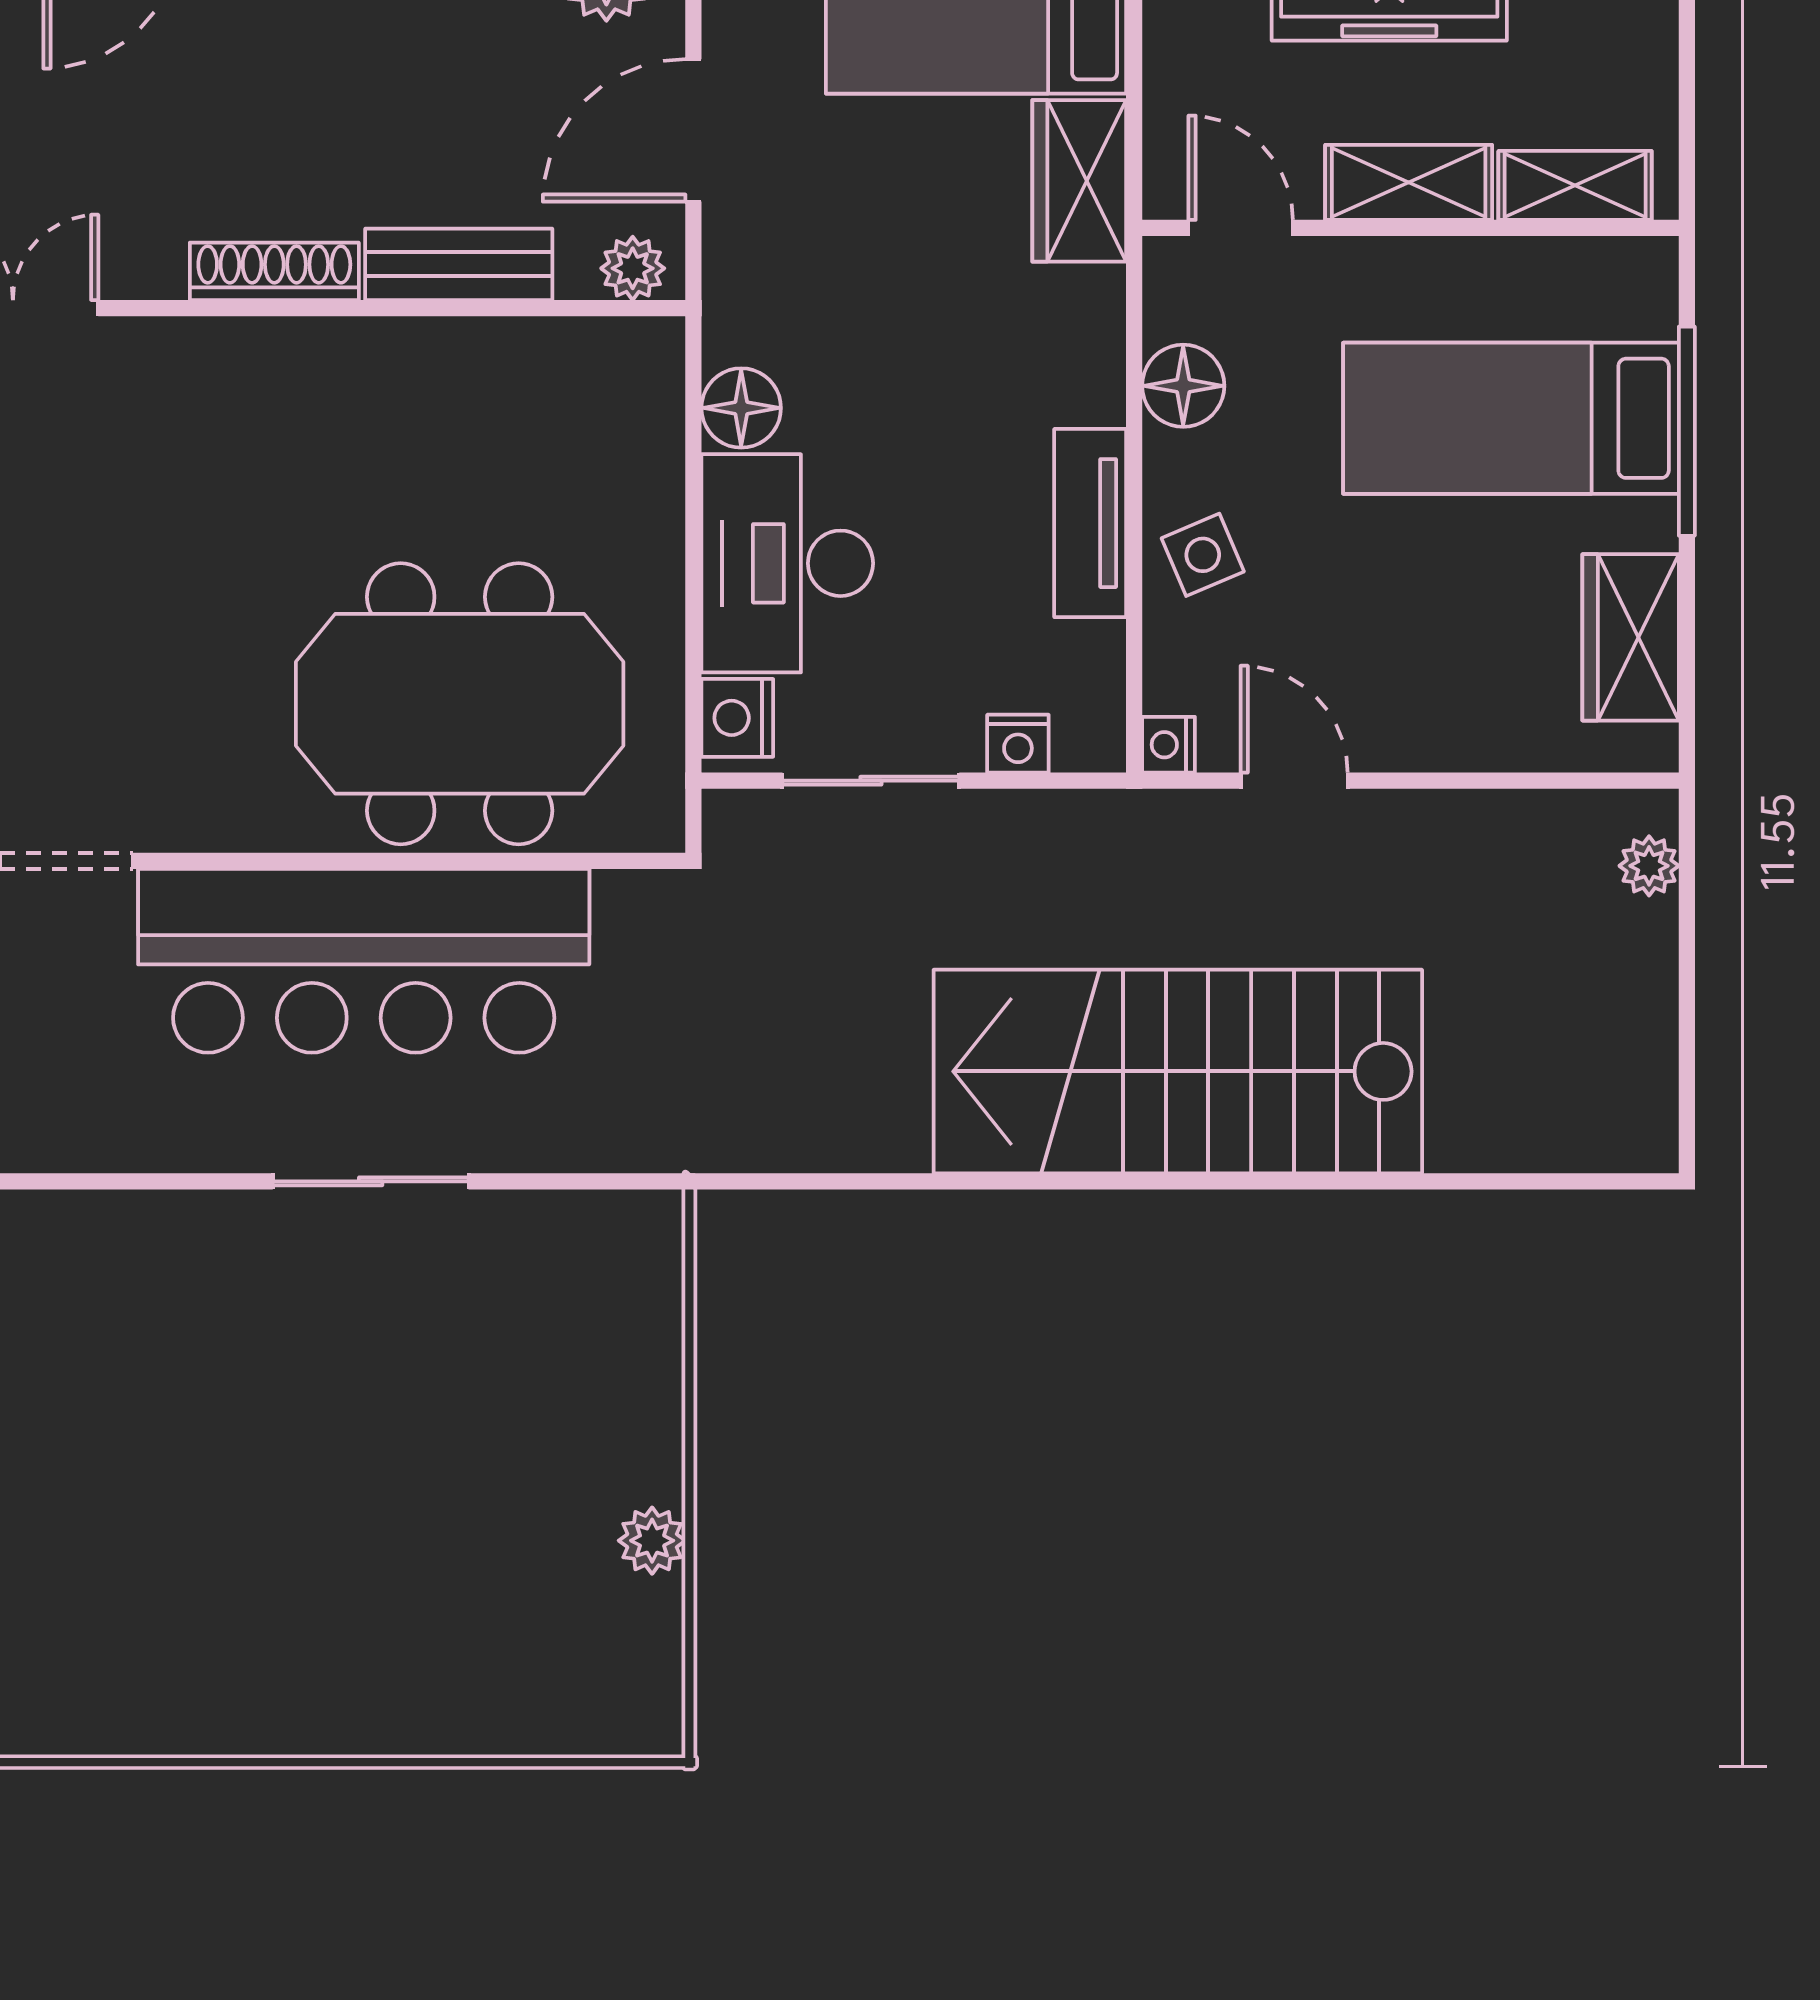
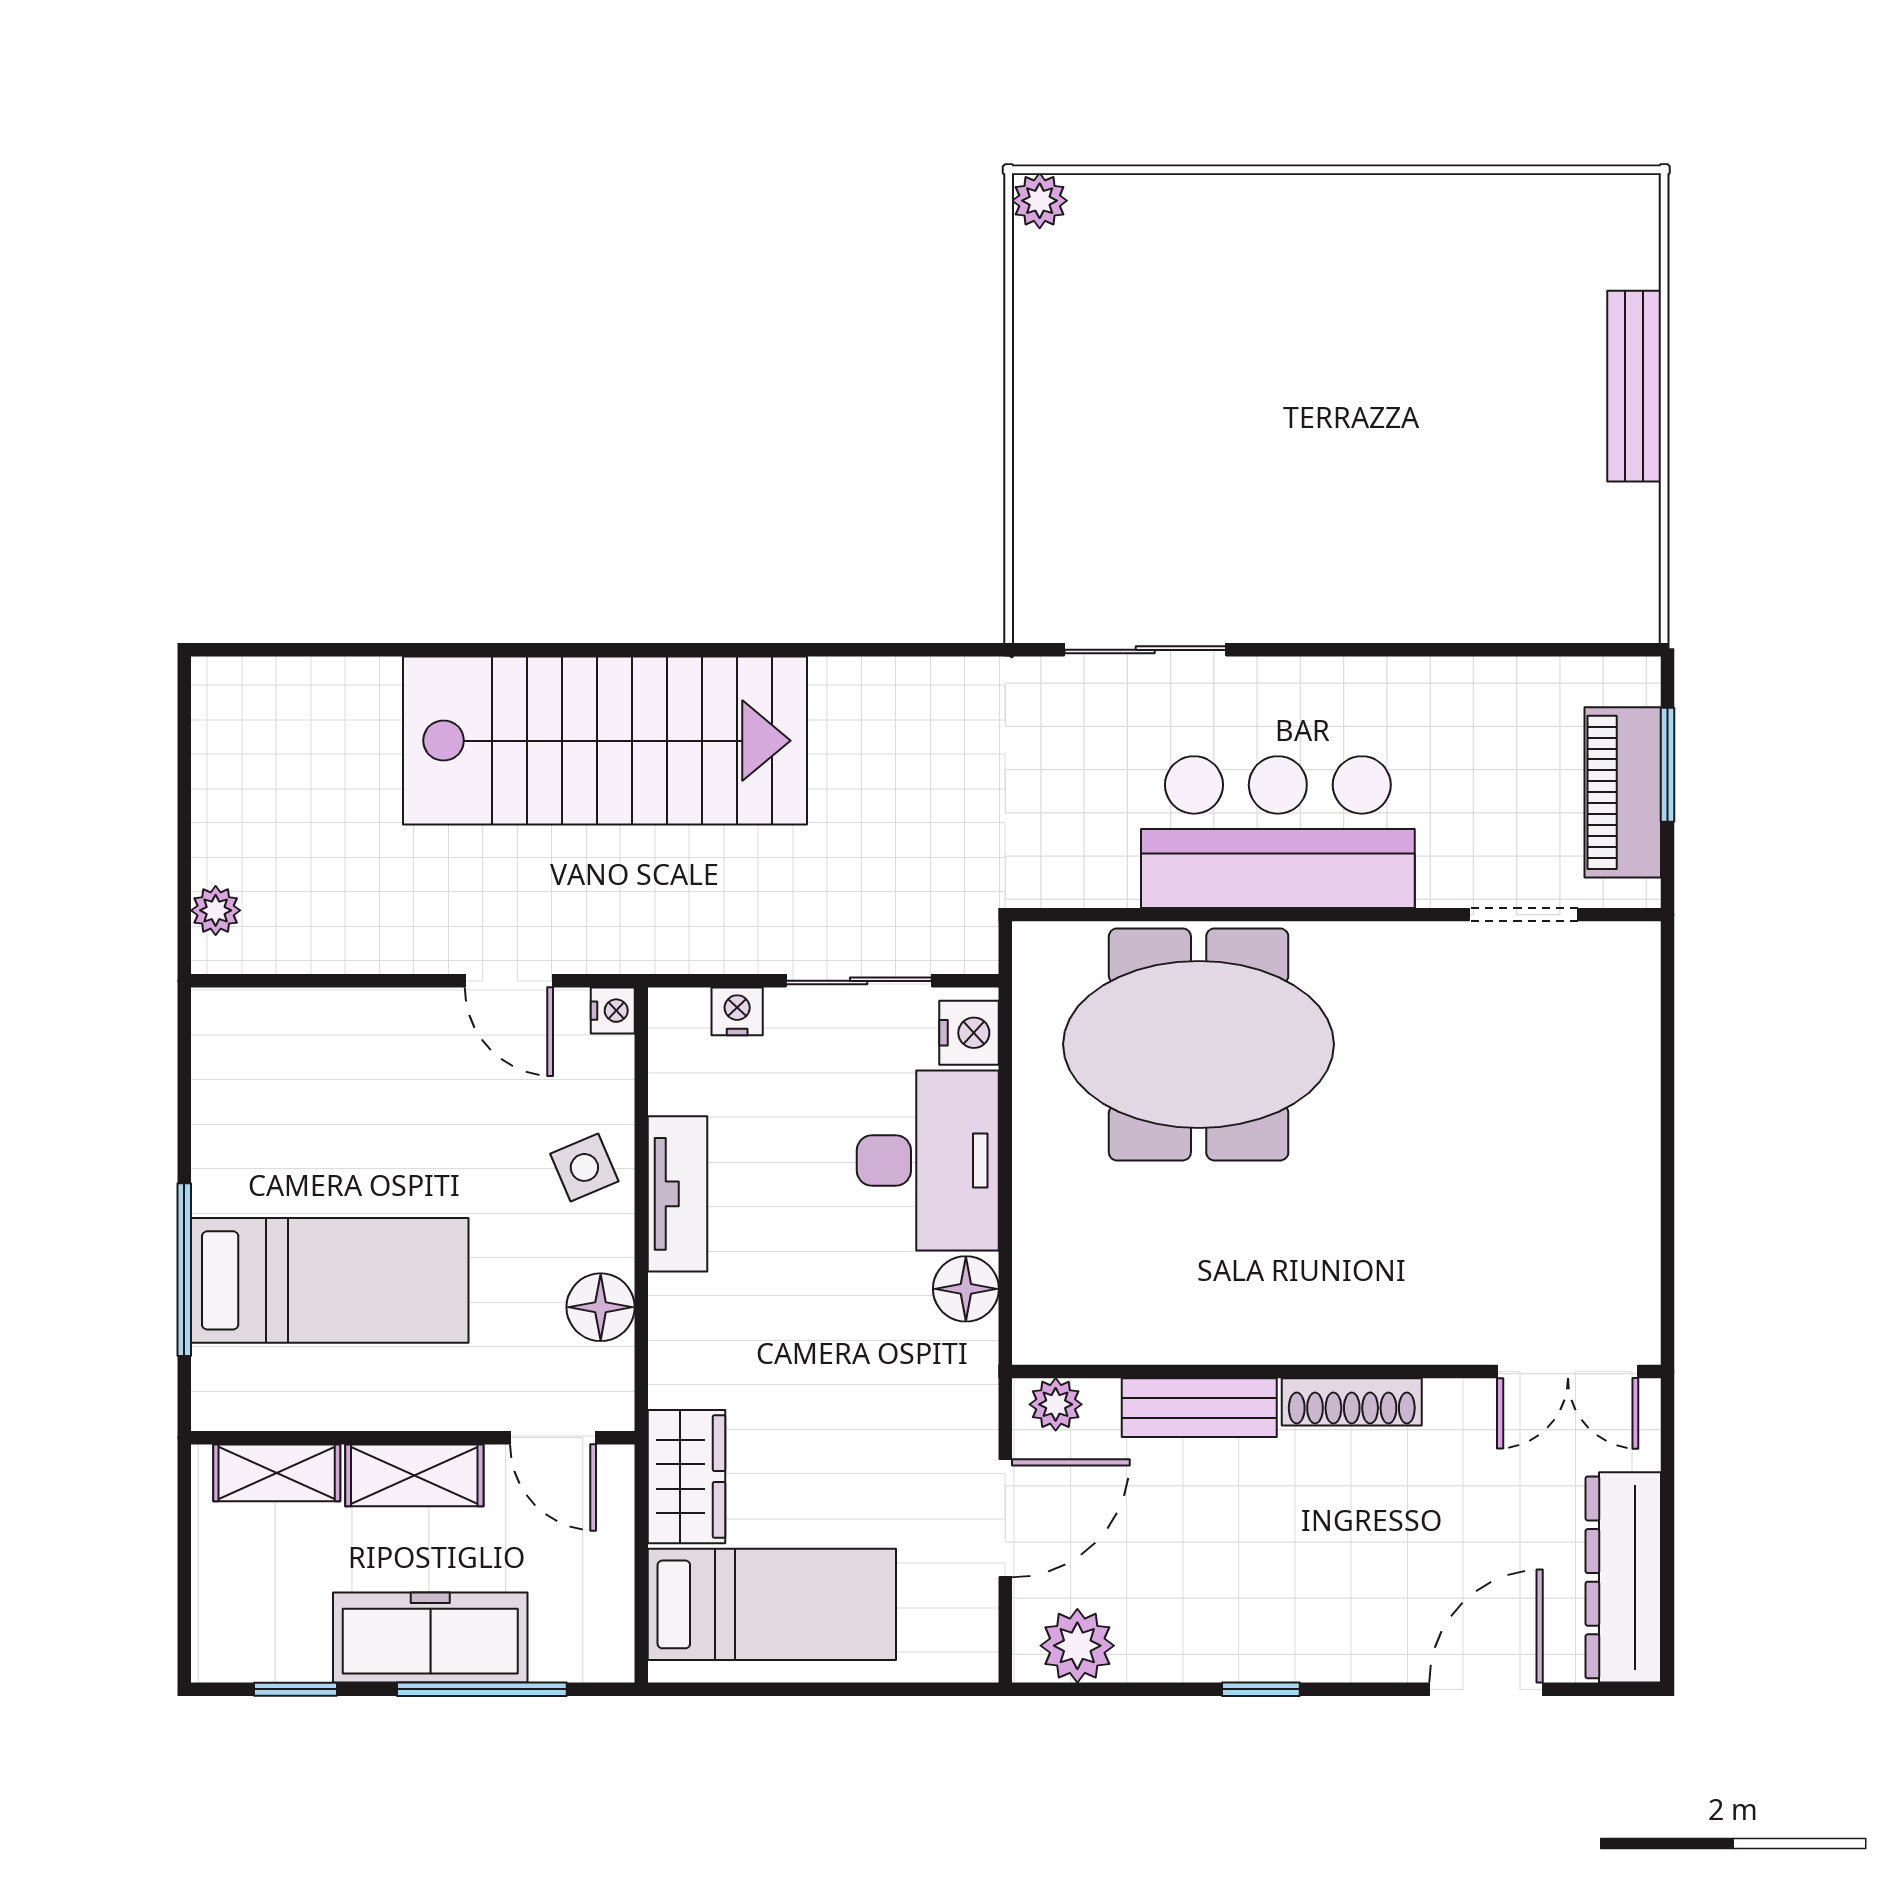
wardrobe: (1631, 637) -> (231, 1099), removed
bar counter: (364, 961) -> (1278, 832), width x0.73
sliding door: (371, 1181) -> (1145, 650), moved
plant: (652, 1541) -> (1040, 201), moved

